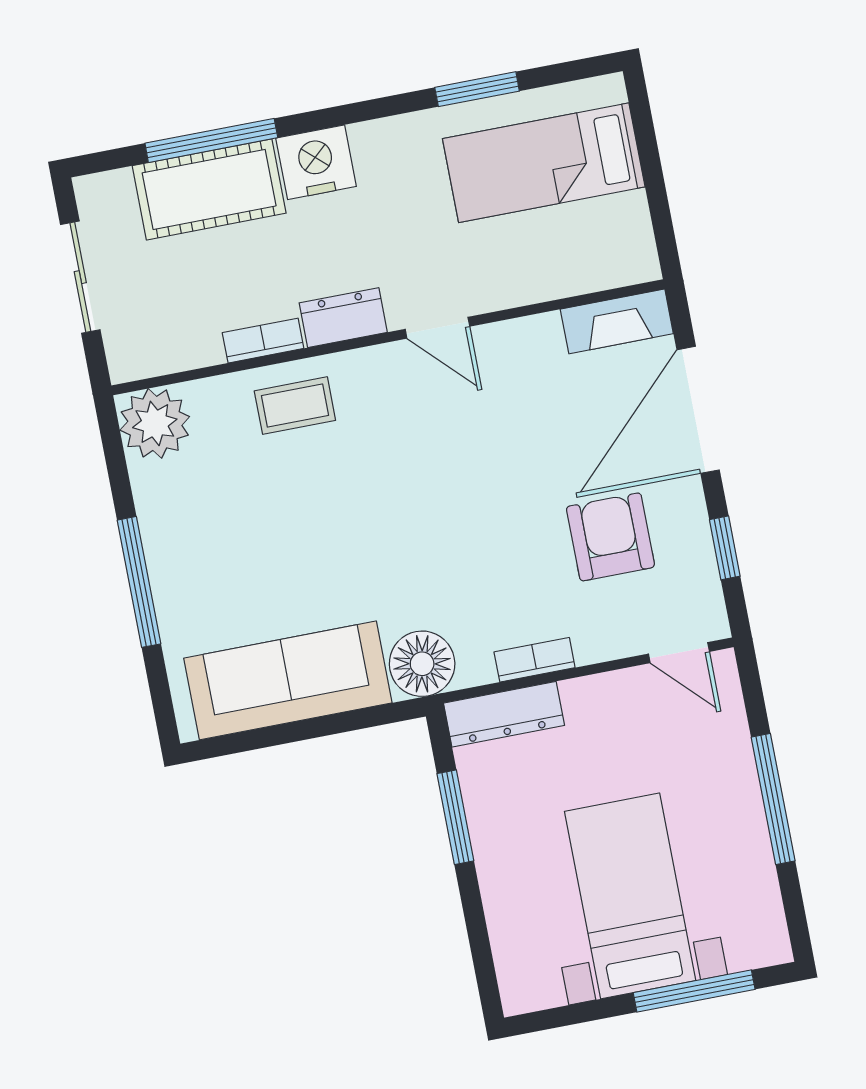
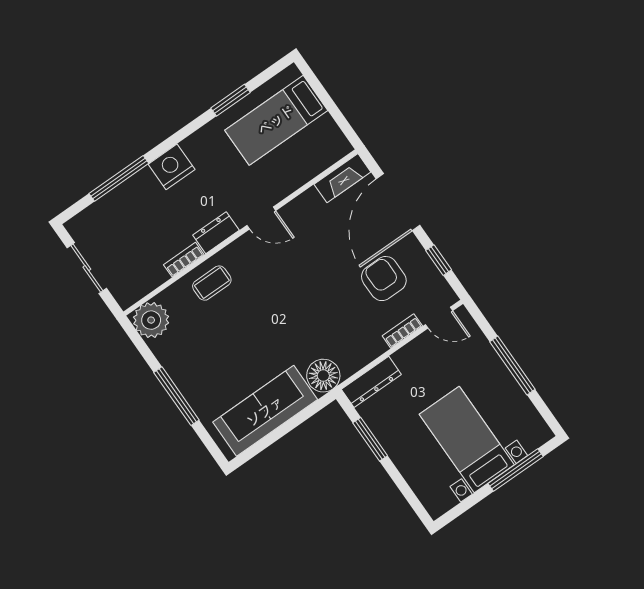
cot: (209, 189) -> (128, 201), removed
bookcase: (535, 660) -> (402, 331), moved

